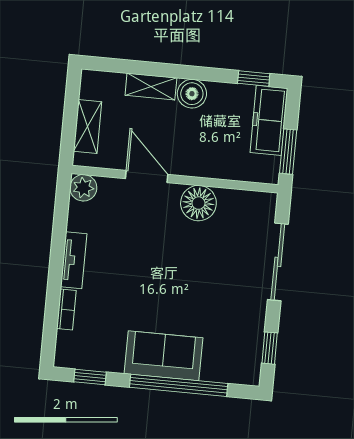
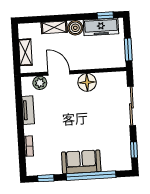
freezer: (269, 120) -> (101, 27), moved, turned -90
plant: (83, 188) -> (40, 83), moved
tv unit: (74, 260) -> (28, 110), moved

